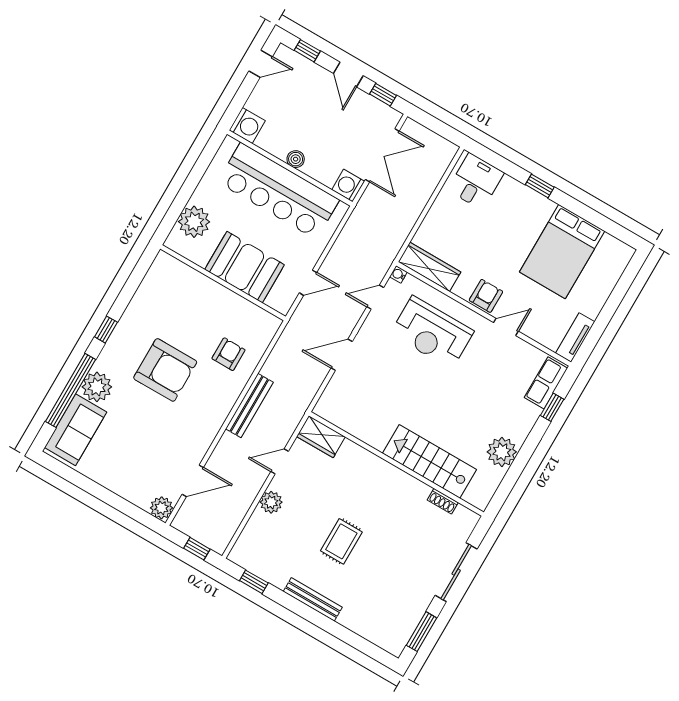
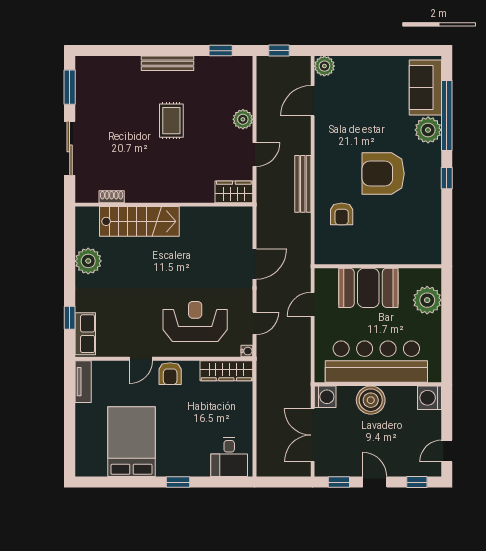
boiler: (296, 159) -> (371, 400), width x1.86, depth x1.86

